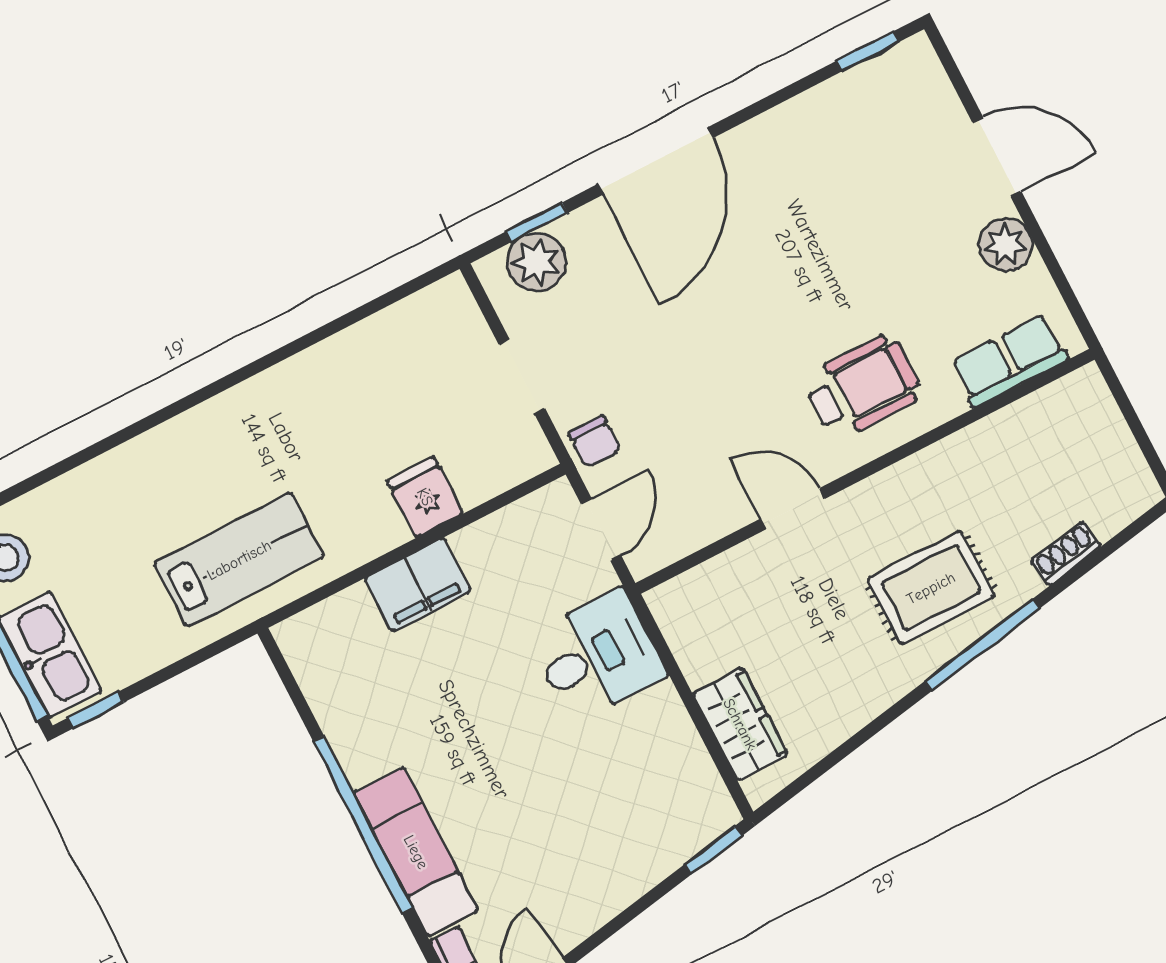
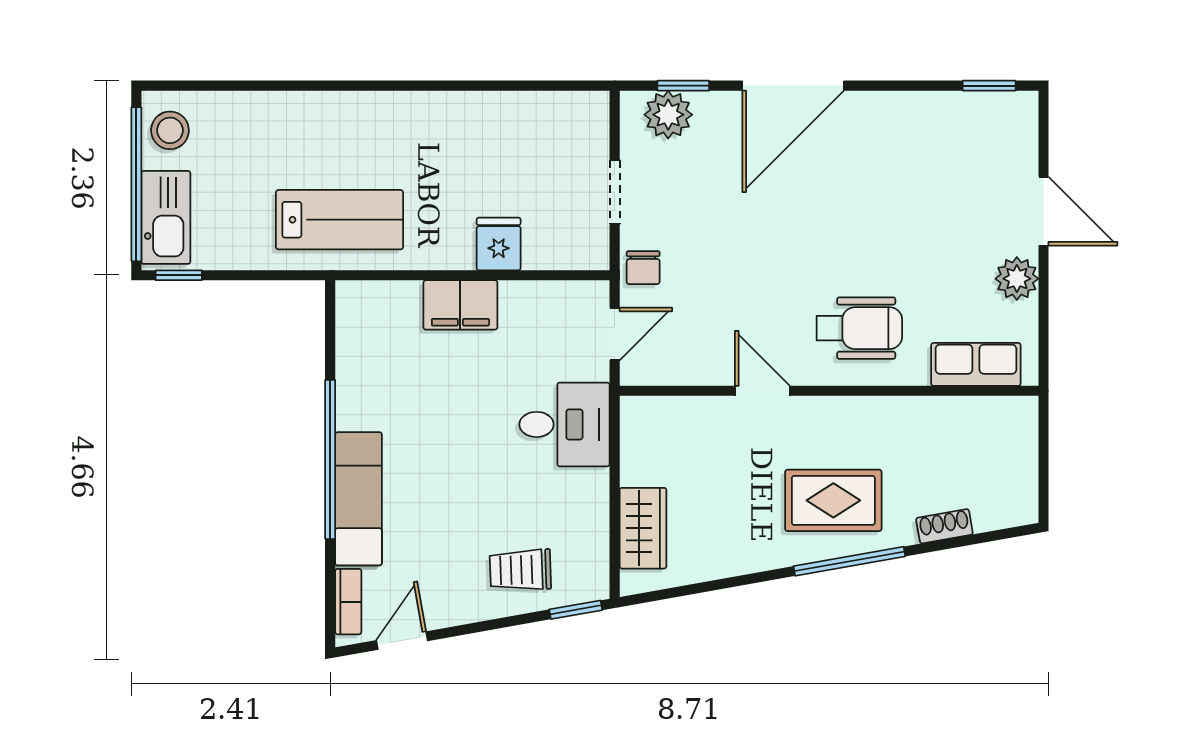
trolley: (631, 838) -> (520, 570), added

